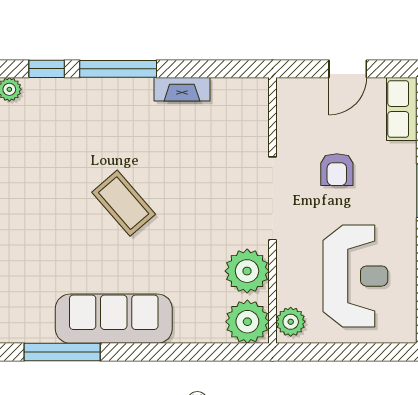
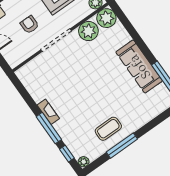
fireplace: (182, 89) -> (48, 112), moved
armchair: (337, 170) -> (30, 25), turned -90
coffee table: (124, 203) -> (108, 129), moved, turned 41

